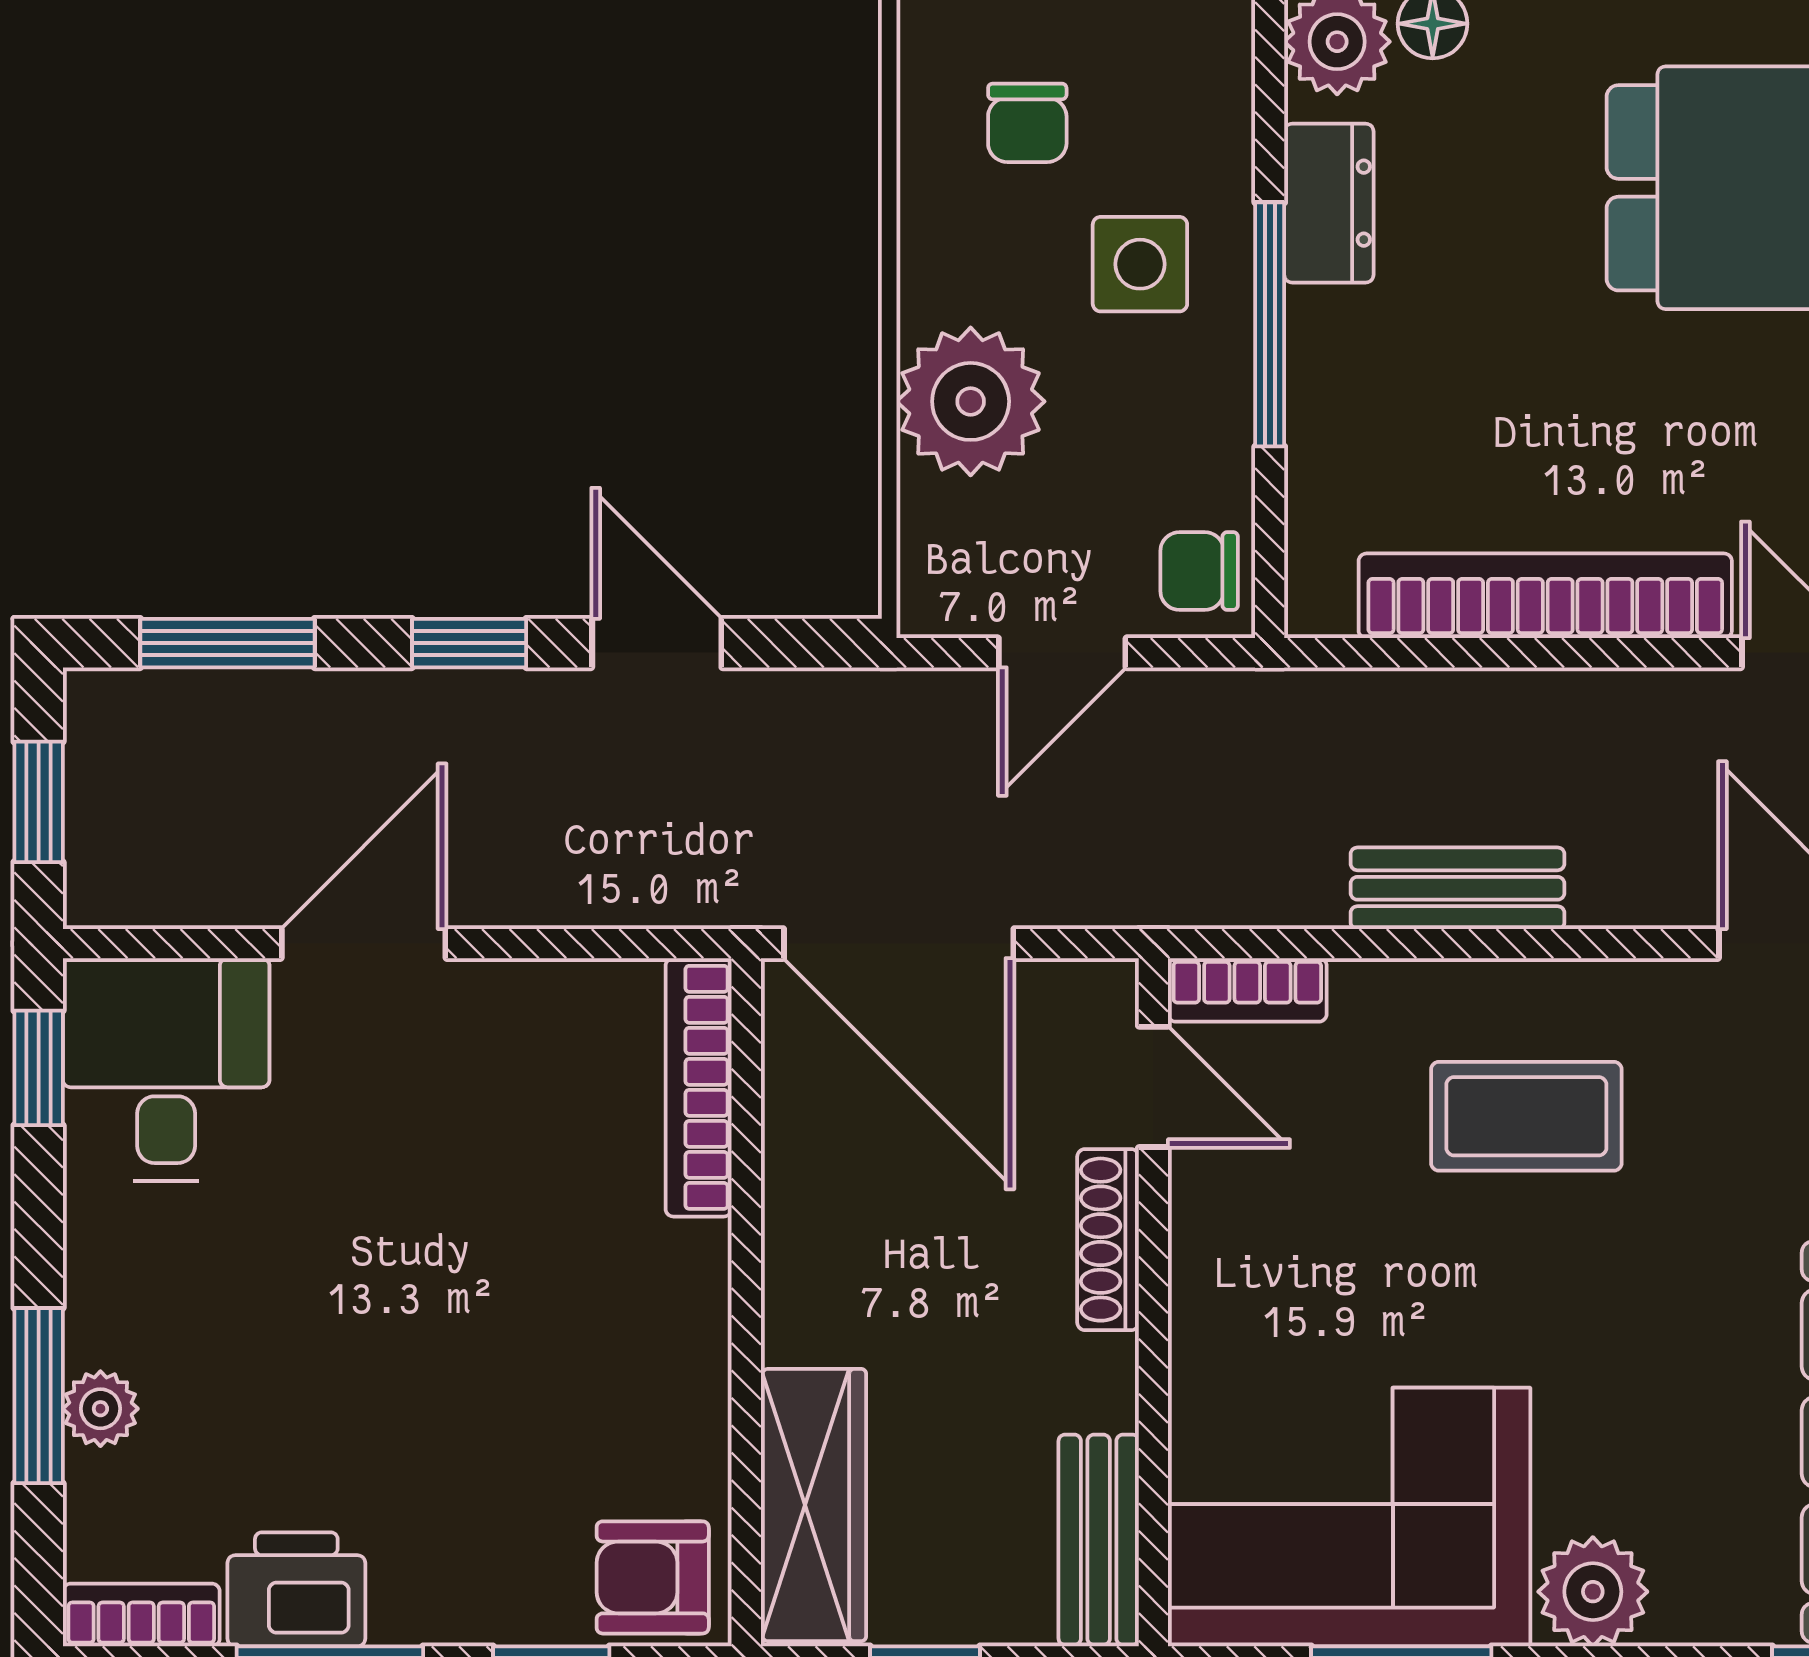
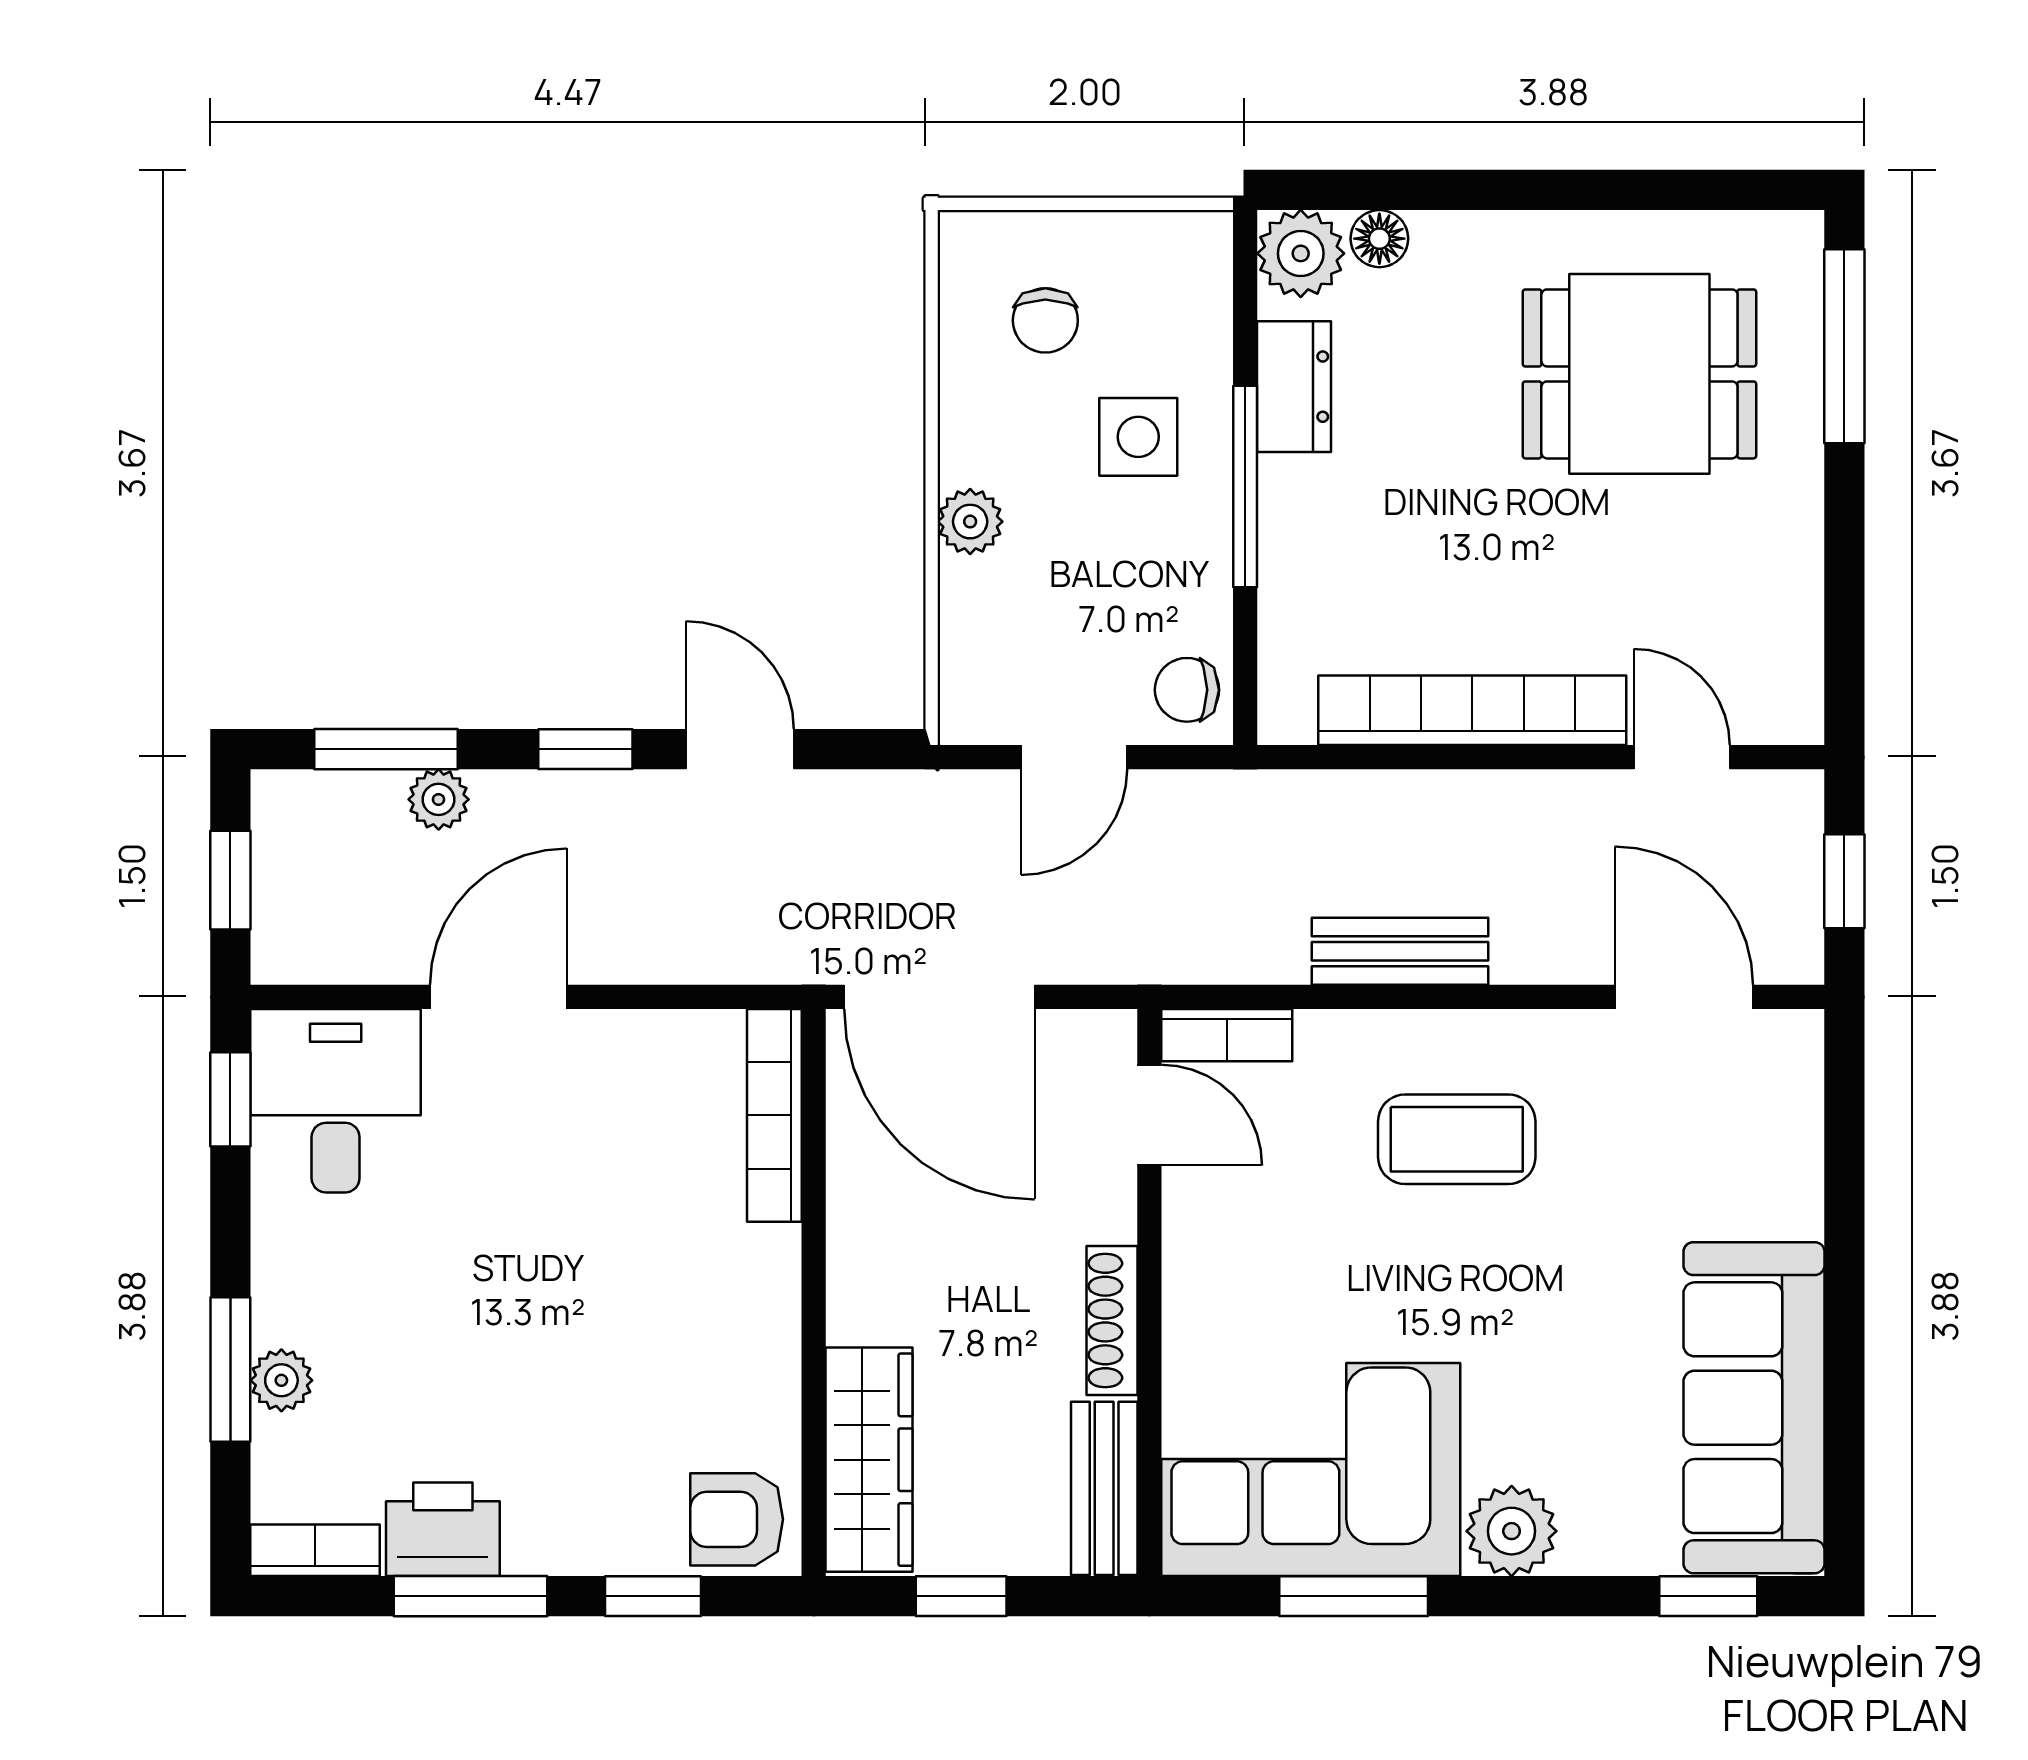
plant: (971, 401) -> (970, 522), width x0.53, depth x0.53
plant: (291, 704) -> (439, 799), added
shoe rack: (1108, 1240) -> (1112, 1321), moved

